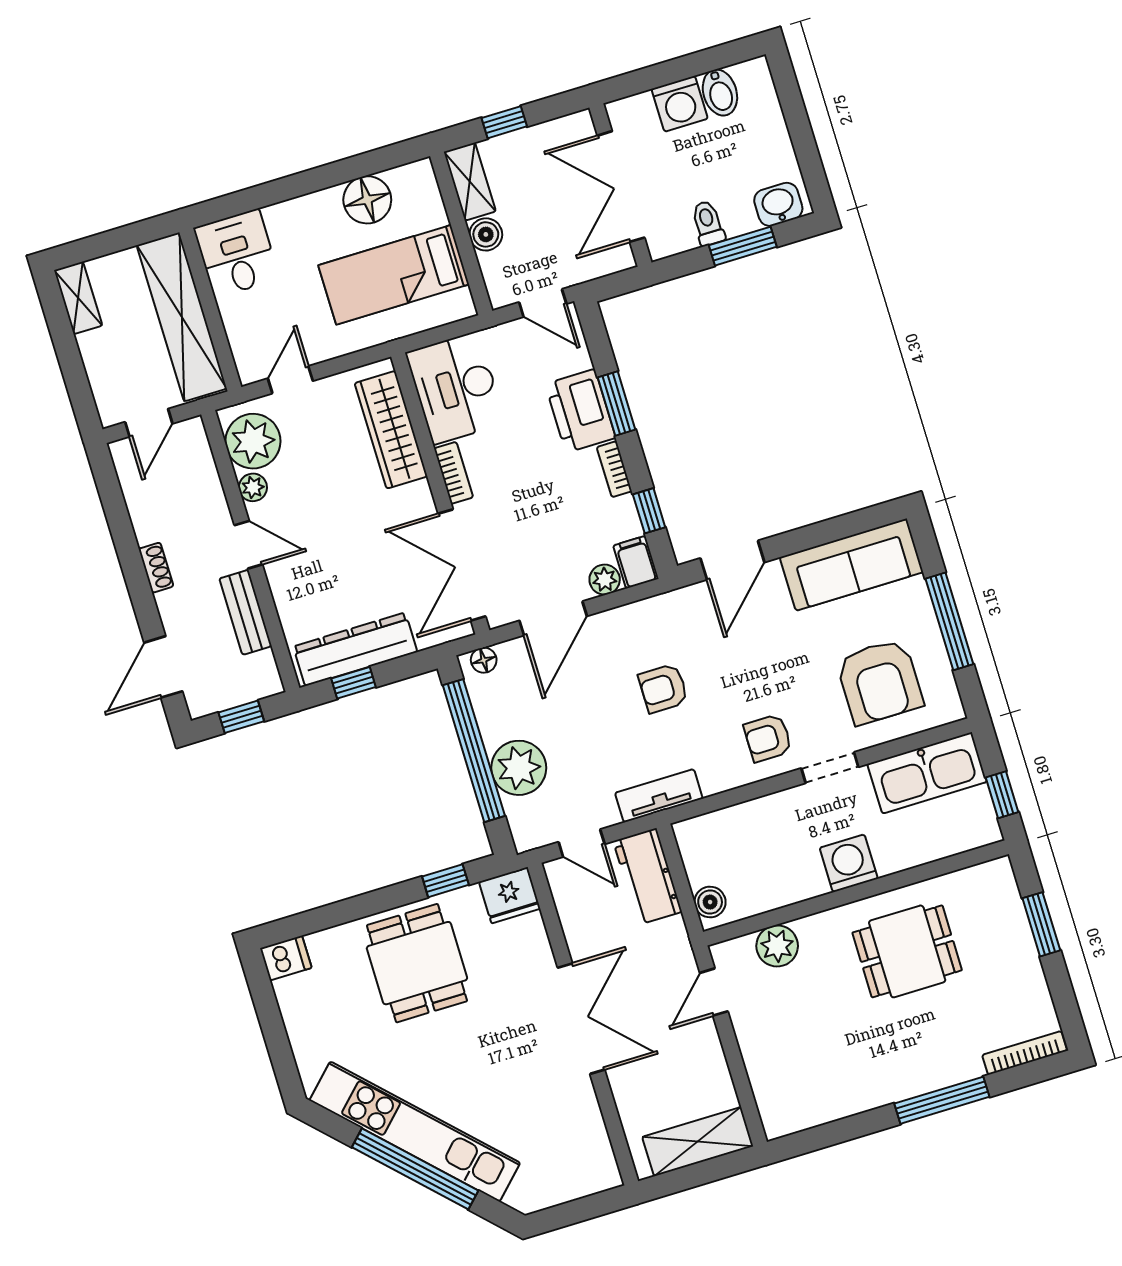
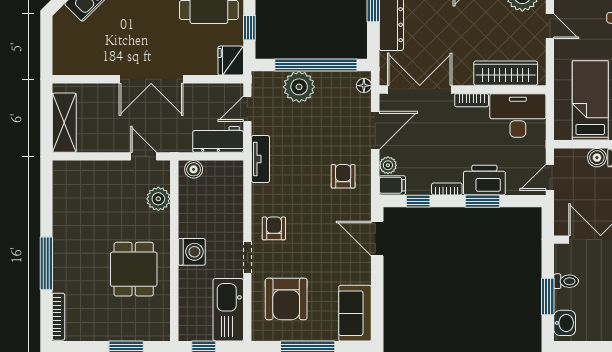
sofa: (851, 565) -> (355, 313), width x0.73
door: (553, 618) -> (375, 131), swing flipped
armchair: (880, 682) -> (286, 299), turned -90
armchair: (663, 688) -> (343, 176), moved

